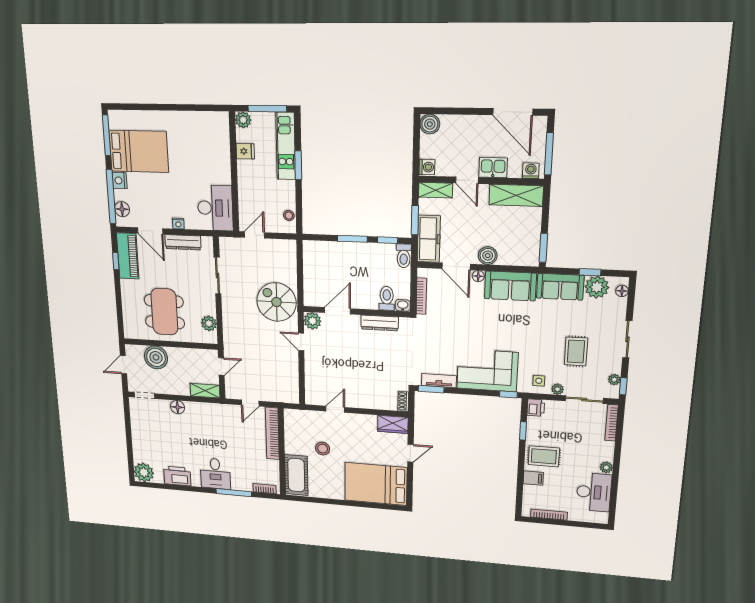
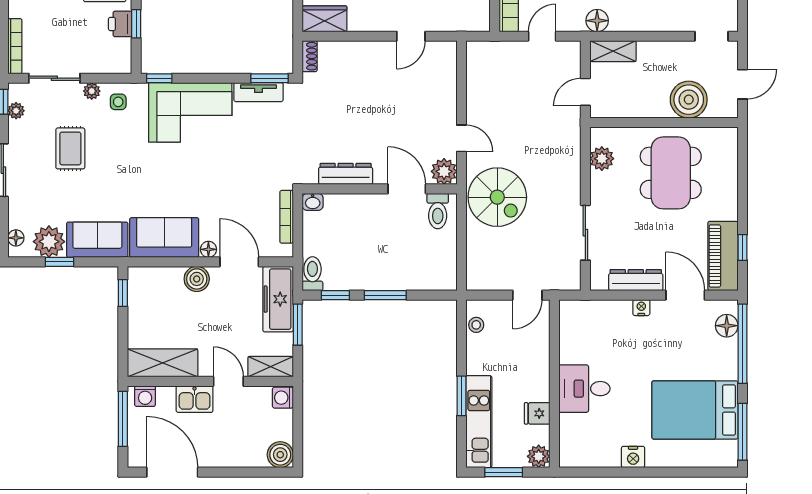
window: (267, 109) -> (504, 472), width x0.69
nightstand: (120, 181) -> (633, 457), moved, turned 90
desk: (215, 208) -> (584, 389), moved, width x0.73
window: (543, 248) -> (123, 293), width x0.67
toilet: (387, 298) -> (438, 211), moved
door: (338, 311) -> (407, 189), swing flipped
floor lamp: (178, 407) -> (597, 21), moved
printer: (536, 408) -> (120, 24), moved

